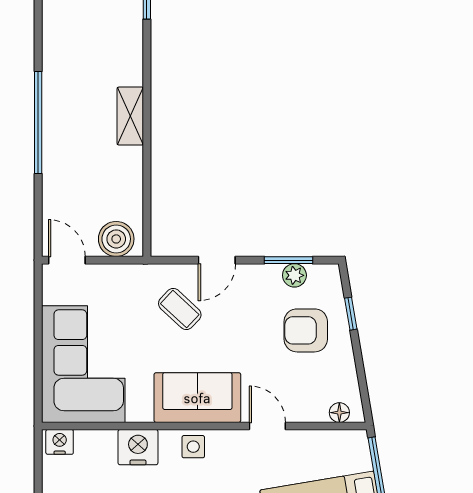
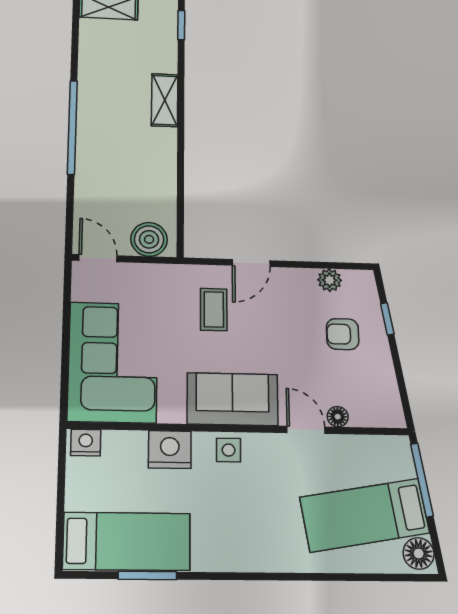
shelving: (130, 116) -> (165, 100), moved
window: (289, 260) -> (323, 265), removed
coffee table: (180, 309) -> (214, 310), turned 47
armchair: (306, 330) -> (343, 334), width x0.72, depth x0.72
floor lamp: (339, 413) -> (338, 417), moved

